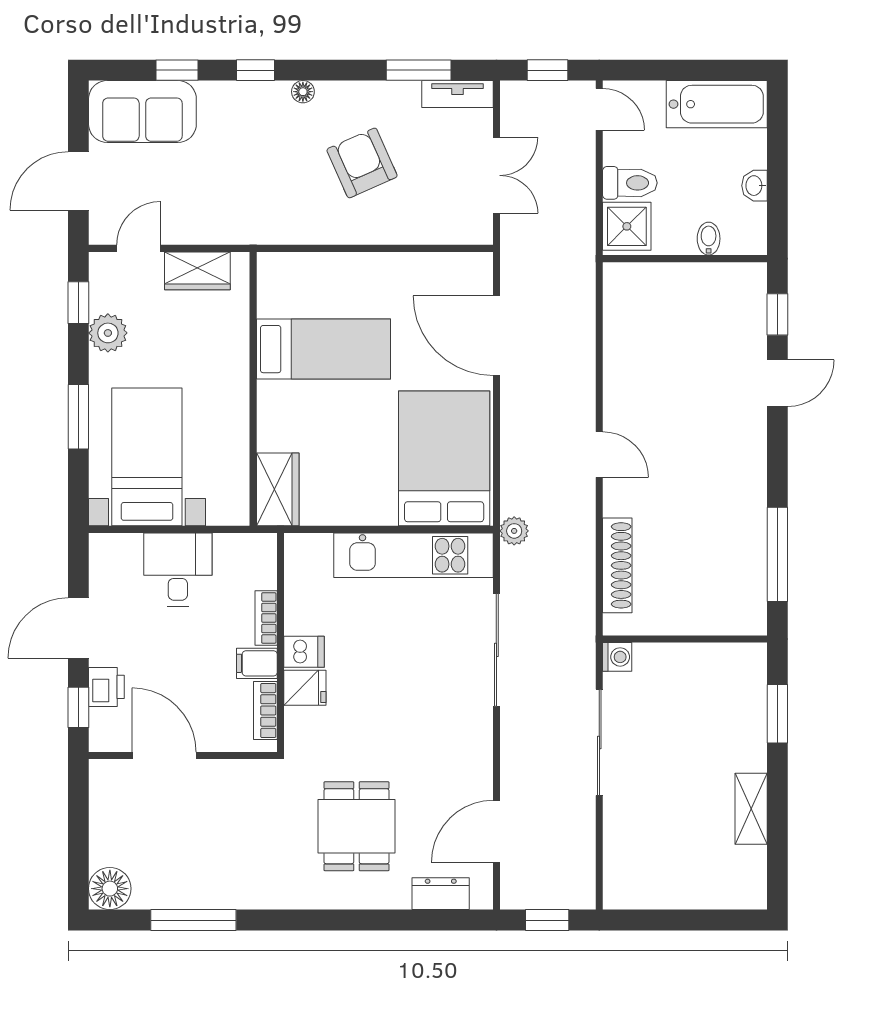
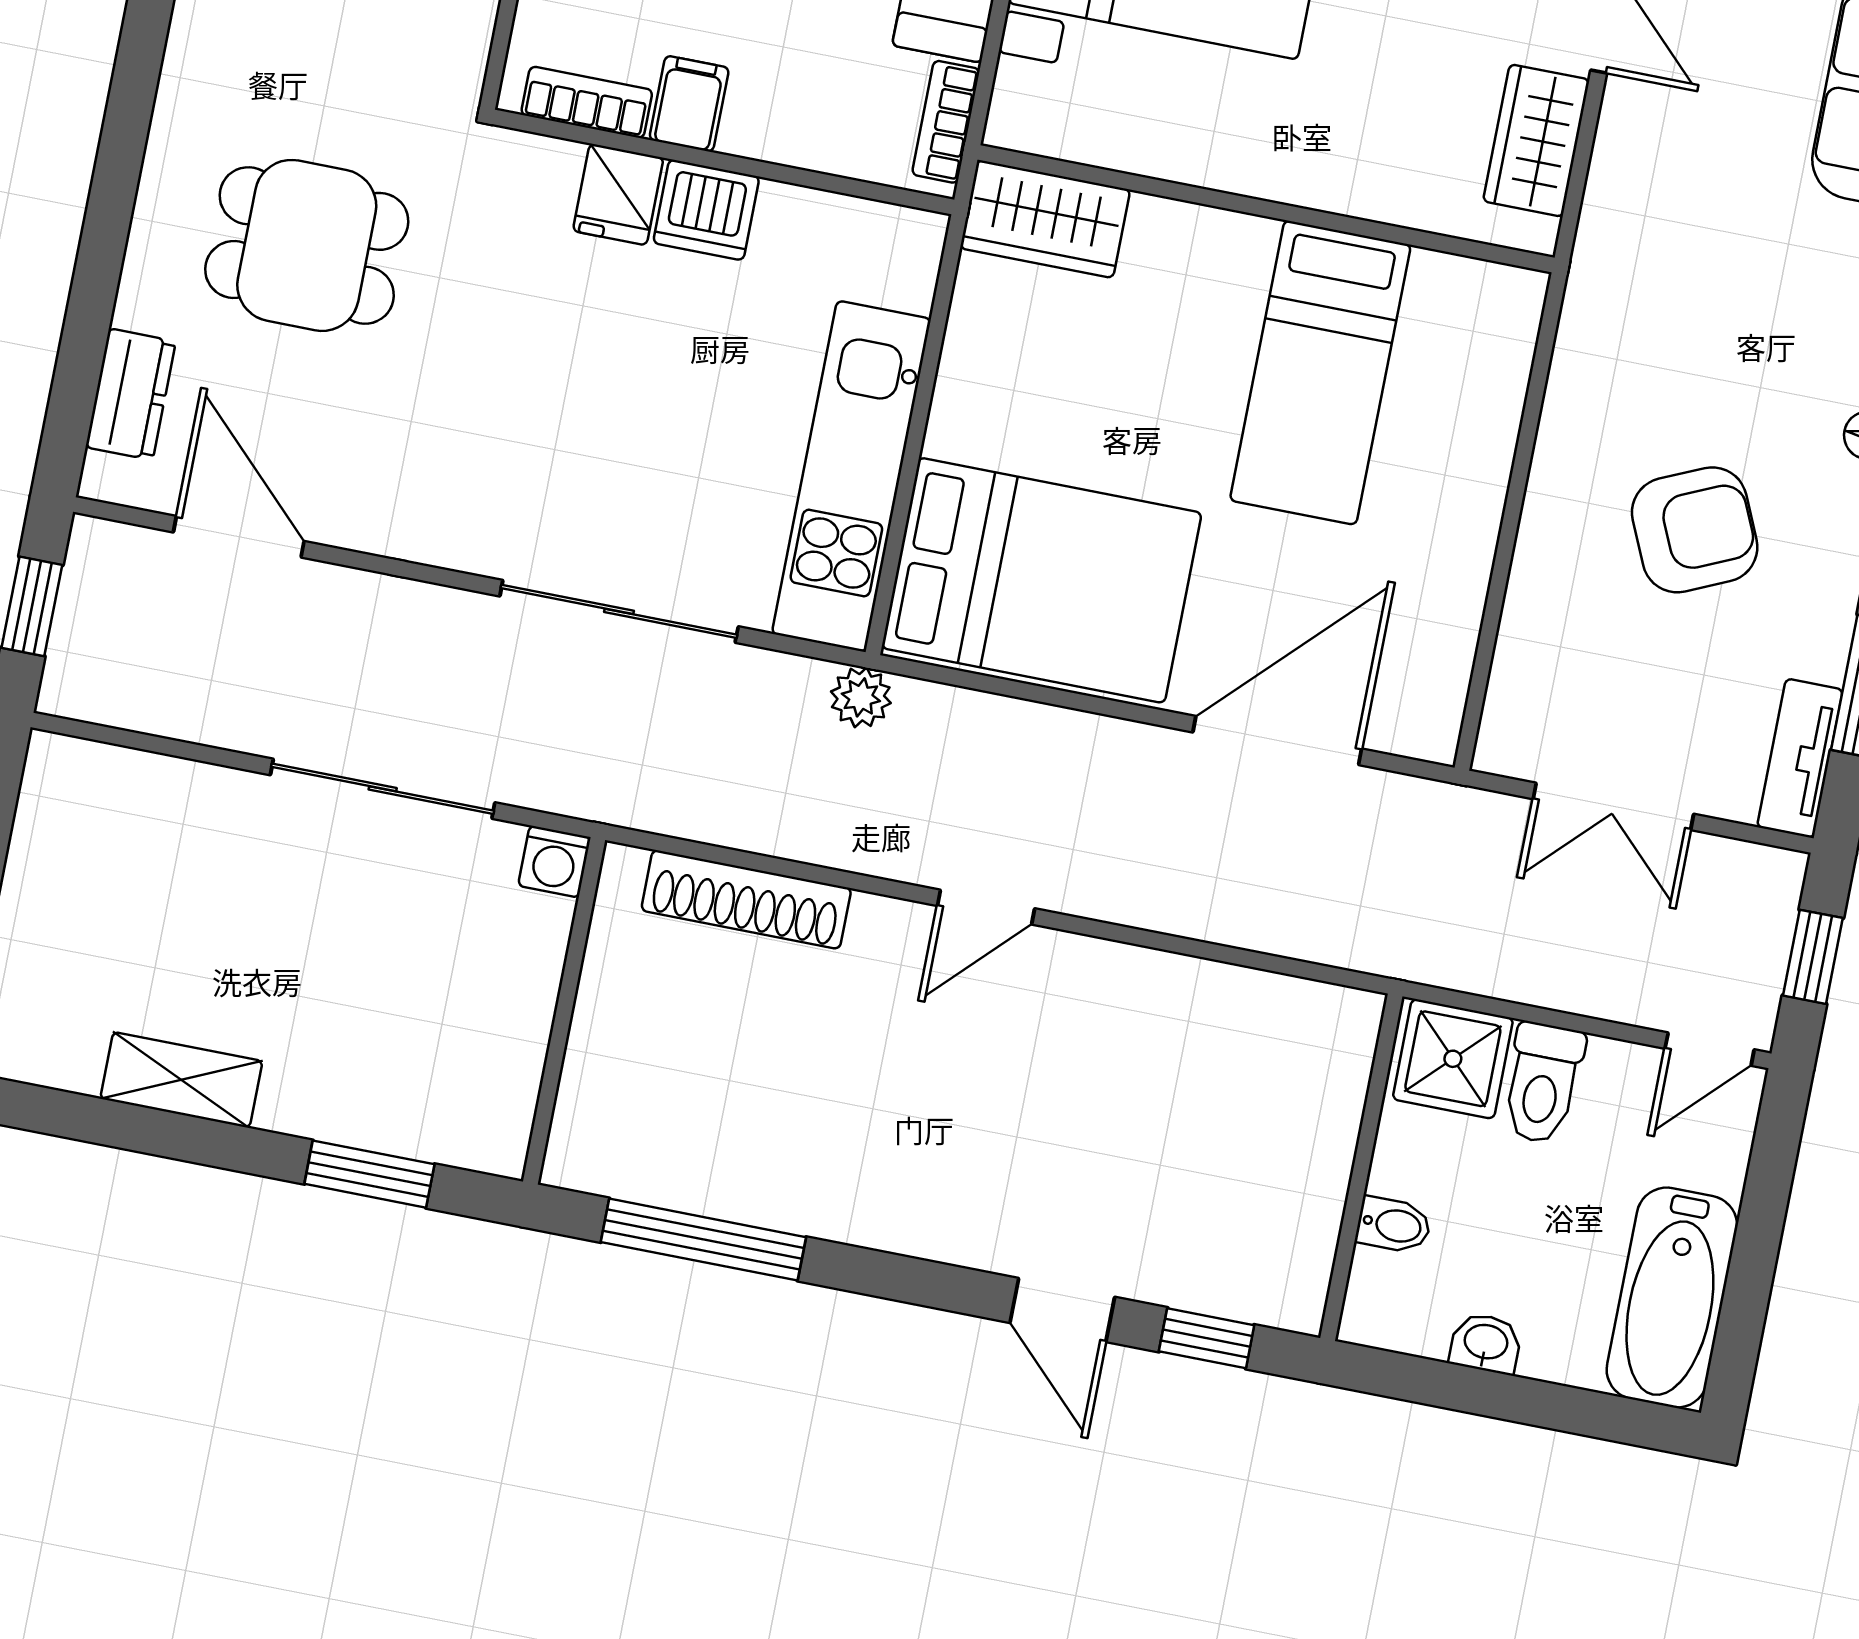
bookcase: (266, 618) -> (946, 122), moved, turned -90
dishwasher: (304, 652) -> (706, 210), width x1.38

